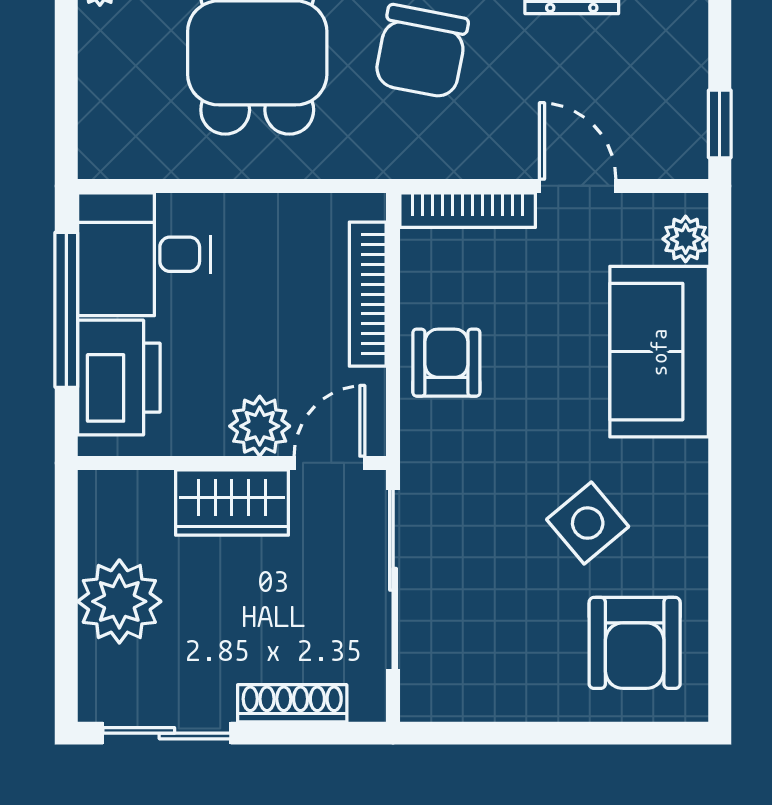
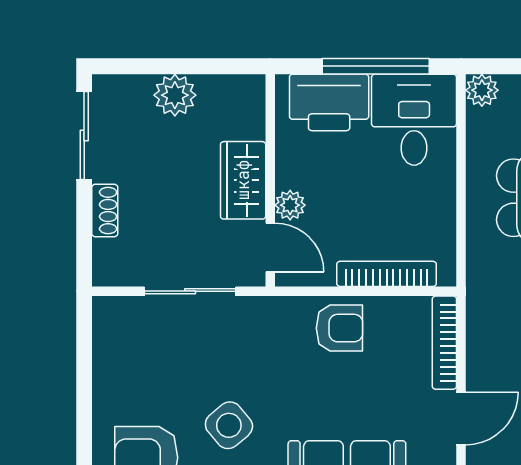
plant: (101, 156) -> (482, 90), added
plant: (260, 426) -> (290, 205), width x0.73, depth x0.73
sliding door: (393, 579) -> (190, 291), width x0.73
plant: (119, 601) -> (175, 95), width x0.73, depth x0.73
shoe rack: (292, 703) -> (105, 210), width x0.70

